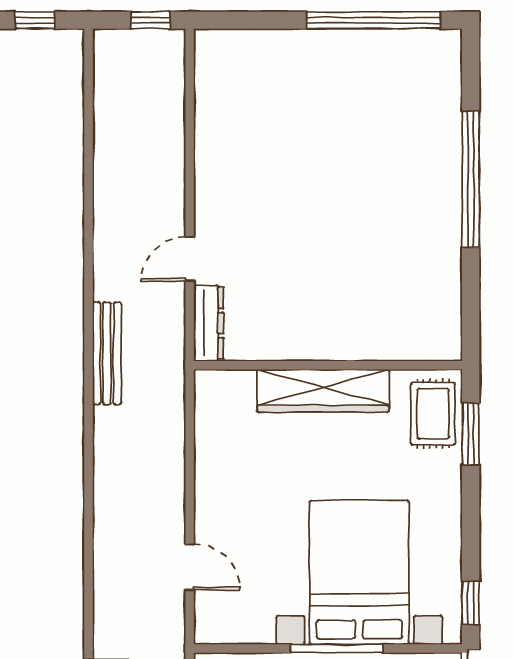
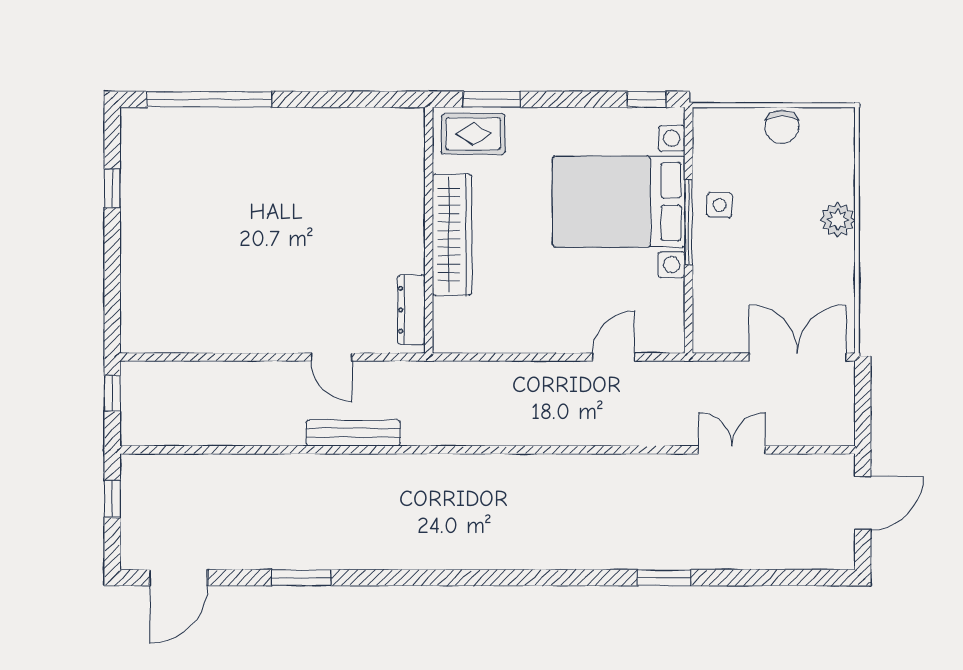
window: (374, 20) -> (112, 188), width x0.32
window: (471, 179) -> (209, 99), moved
dresser: (209, 323) -> (411, 310), moved, turned -90
bench: (107, 353) -> (353, 433), moved

